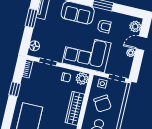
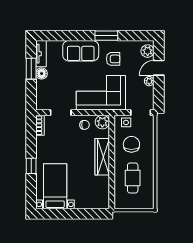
floor lamp: (34, 46) -> (42, 74), moved
window: (15, 89) -> (31, 166), moved
chair: (103, 104) -> (131, 144), turned -148

